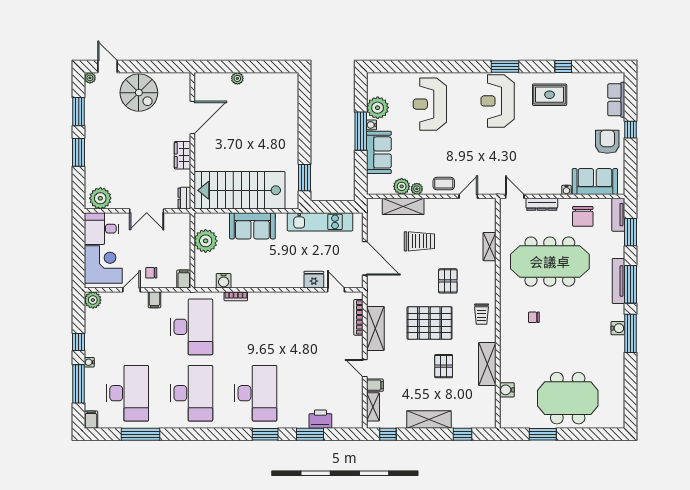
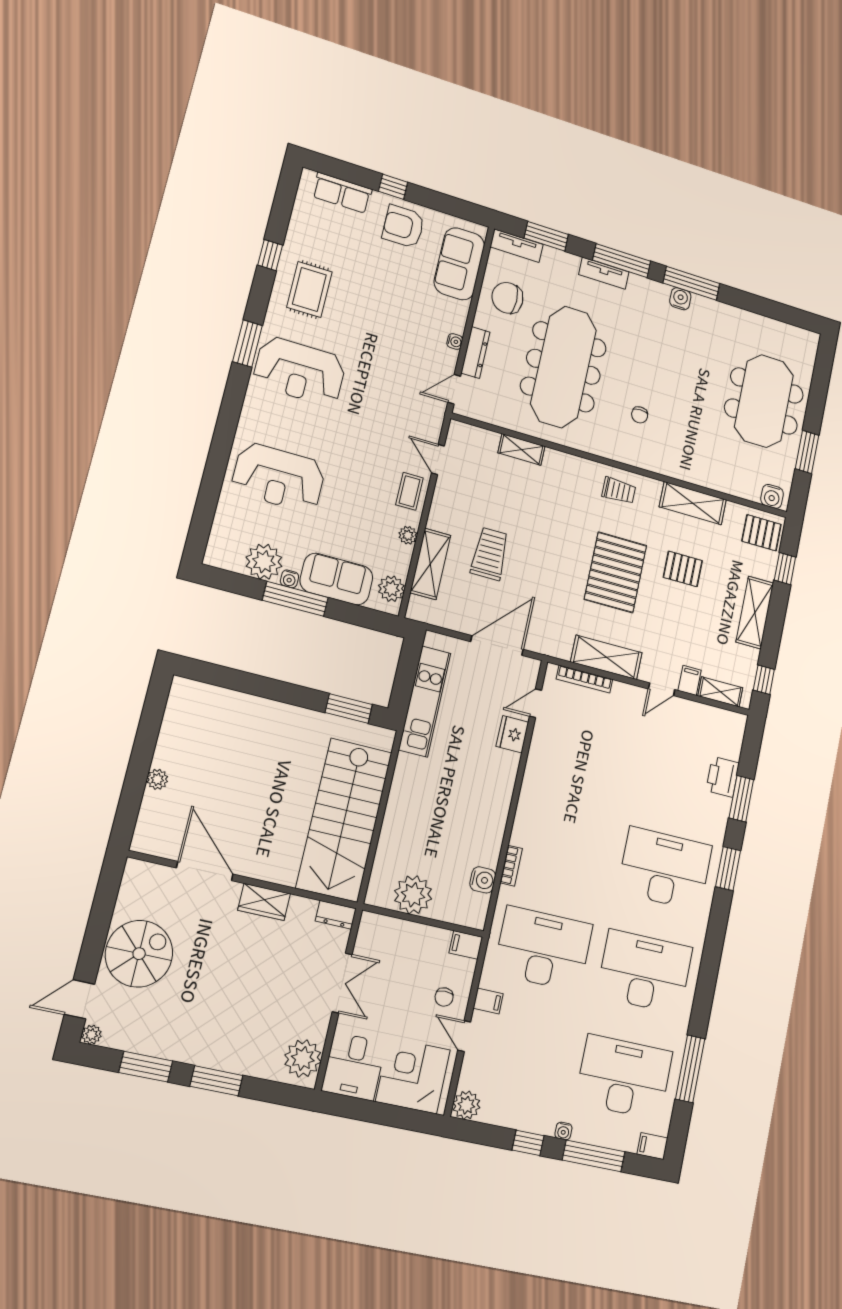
plant: (402, 186) -> (391, 589), moved
water cooler: (566, 190) -> (455, 342), moved
chair: (583, 216) -> (507, 298), turned 180
sofa: (252, 226) -> (406, 812), removed
pallet: (448, 281) -> (762, 533), moved
tv unit: (618, 281) -> (604, 273), width x0.71
water cooler: (507, 390) -> (772, 496), moved

